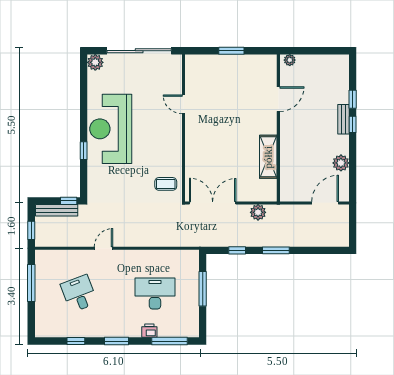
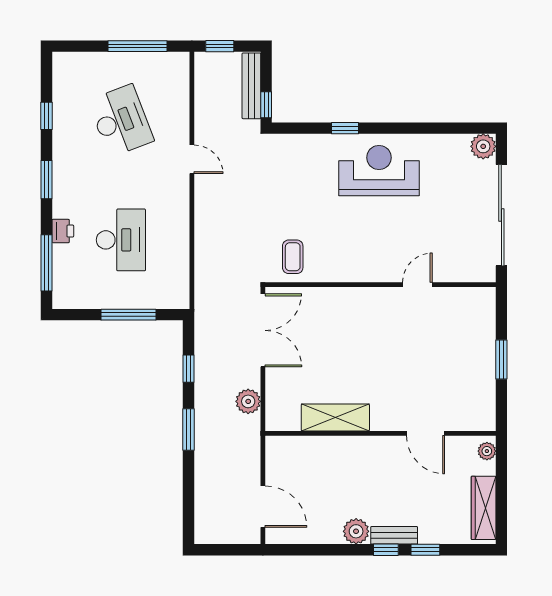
wardrobe: (326, 62) -> (484, 508), added
reception desk: (111, 129) -> (379, 171), width x0.74, depth x0.77
plant: (341, 163) -> (356, 531), moved
desk: (79, 294) -> (121, 121), width x1.37

